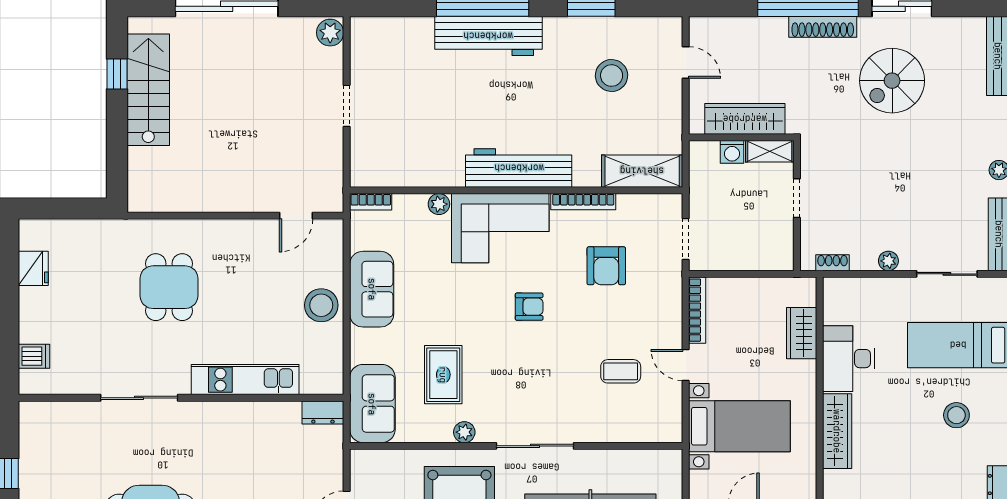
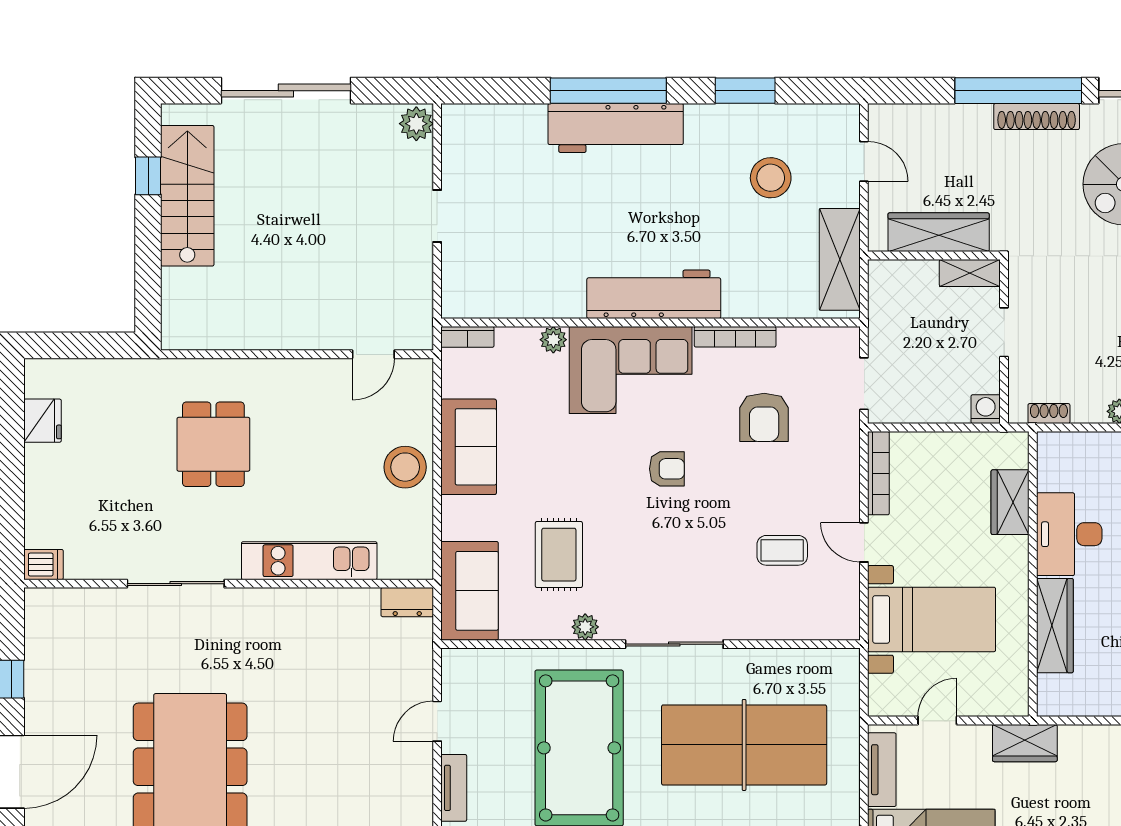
washing machine: (732, 152) -> (986, 409), moved, turned 180
shelving: (642, 171) -> (840, 259), moved, turned 90
dishwasher: (34, 356) -> (43, 565), moved

